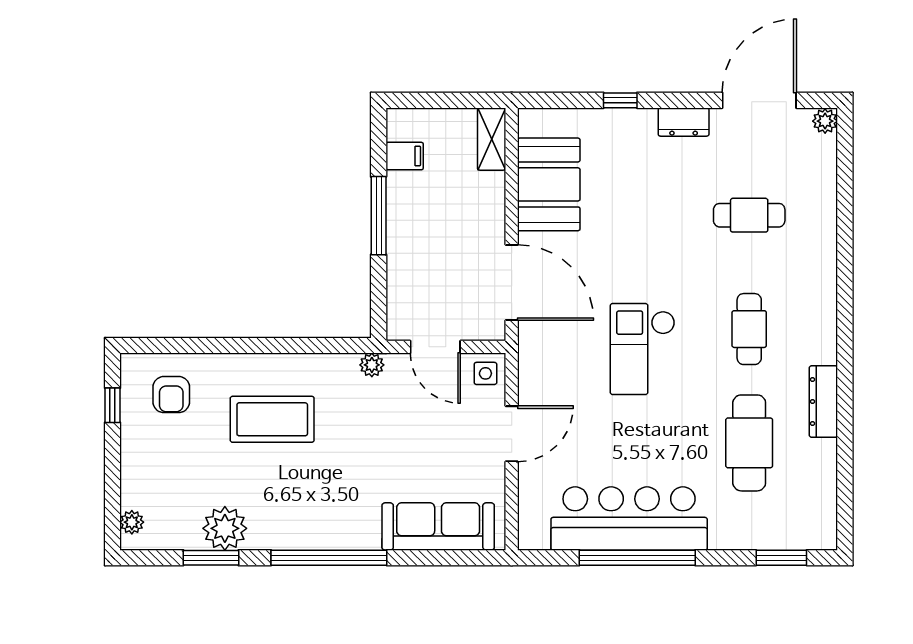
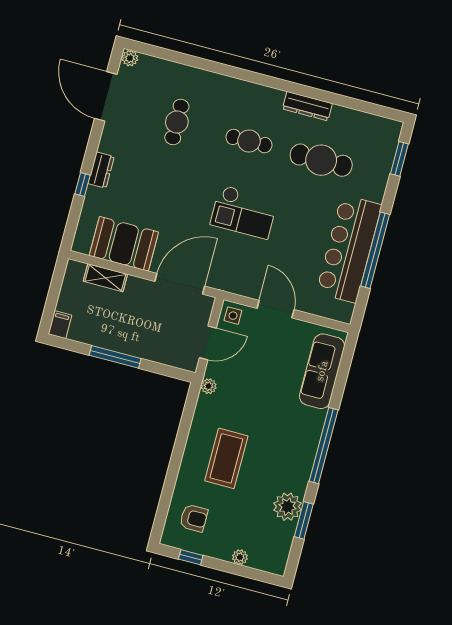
dresser: (684, 122) -> (101, 170), moved
shelving: (492, 139) -> (105, 278), moved
filing cabinet: (405, 156) -> (60, 325), moved
plant: (132, 522) -> (240, 557), moved

